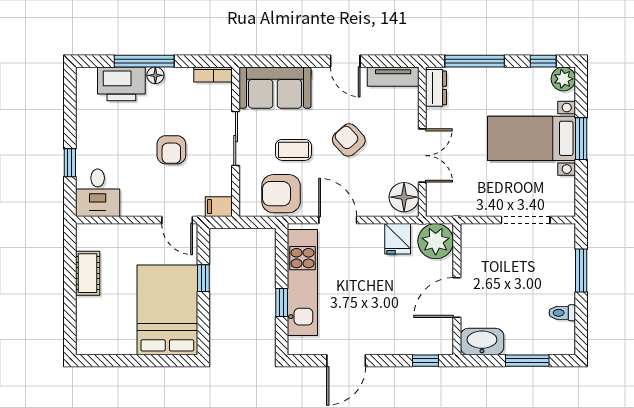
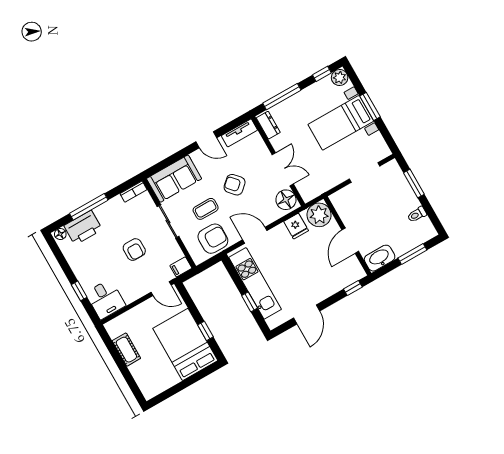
floor lamp: (155, 75) -> (60, 234), moved
armchair: (281, 194) -> (213, 239), turned 180
window: (203, 278) -> (205, 331), moved

